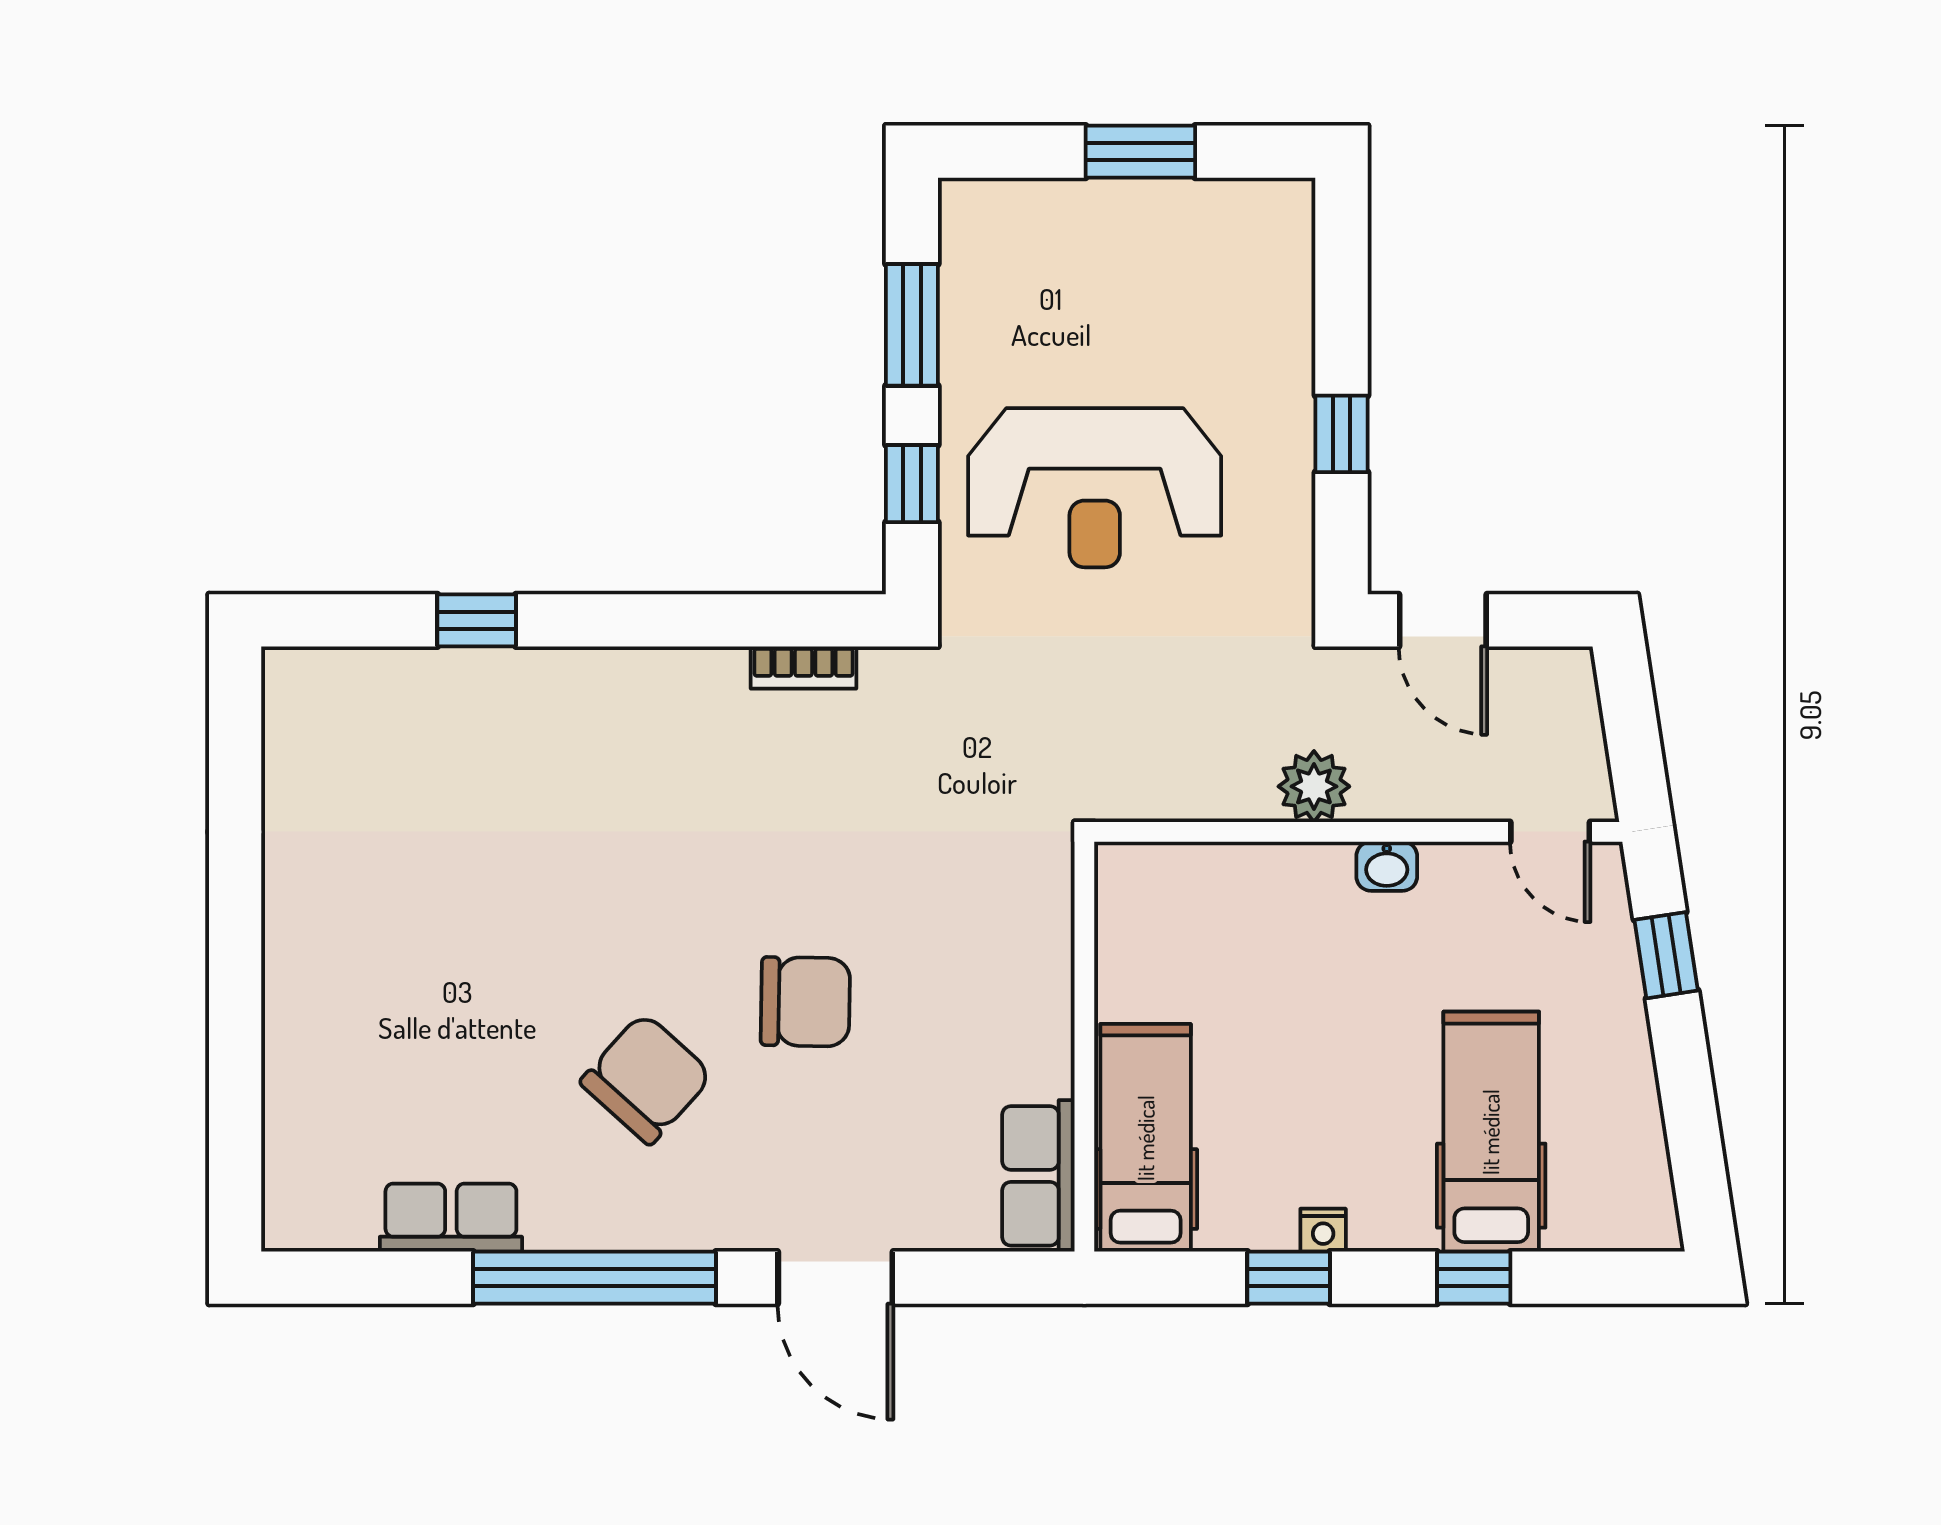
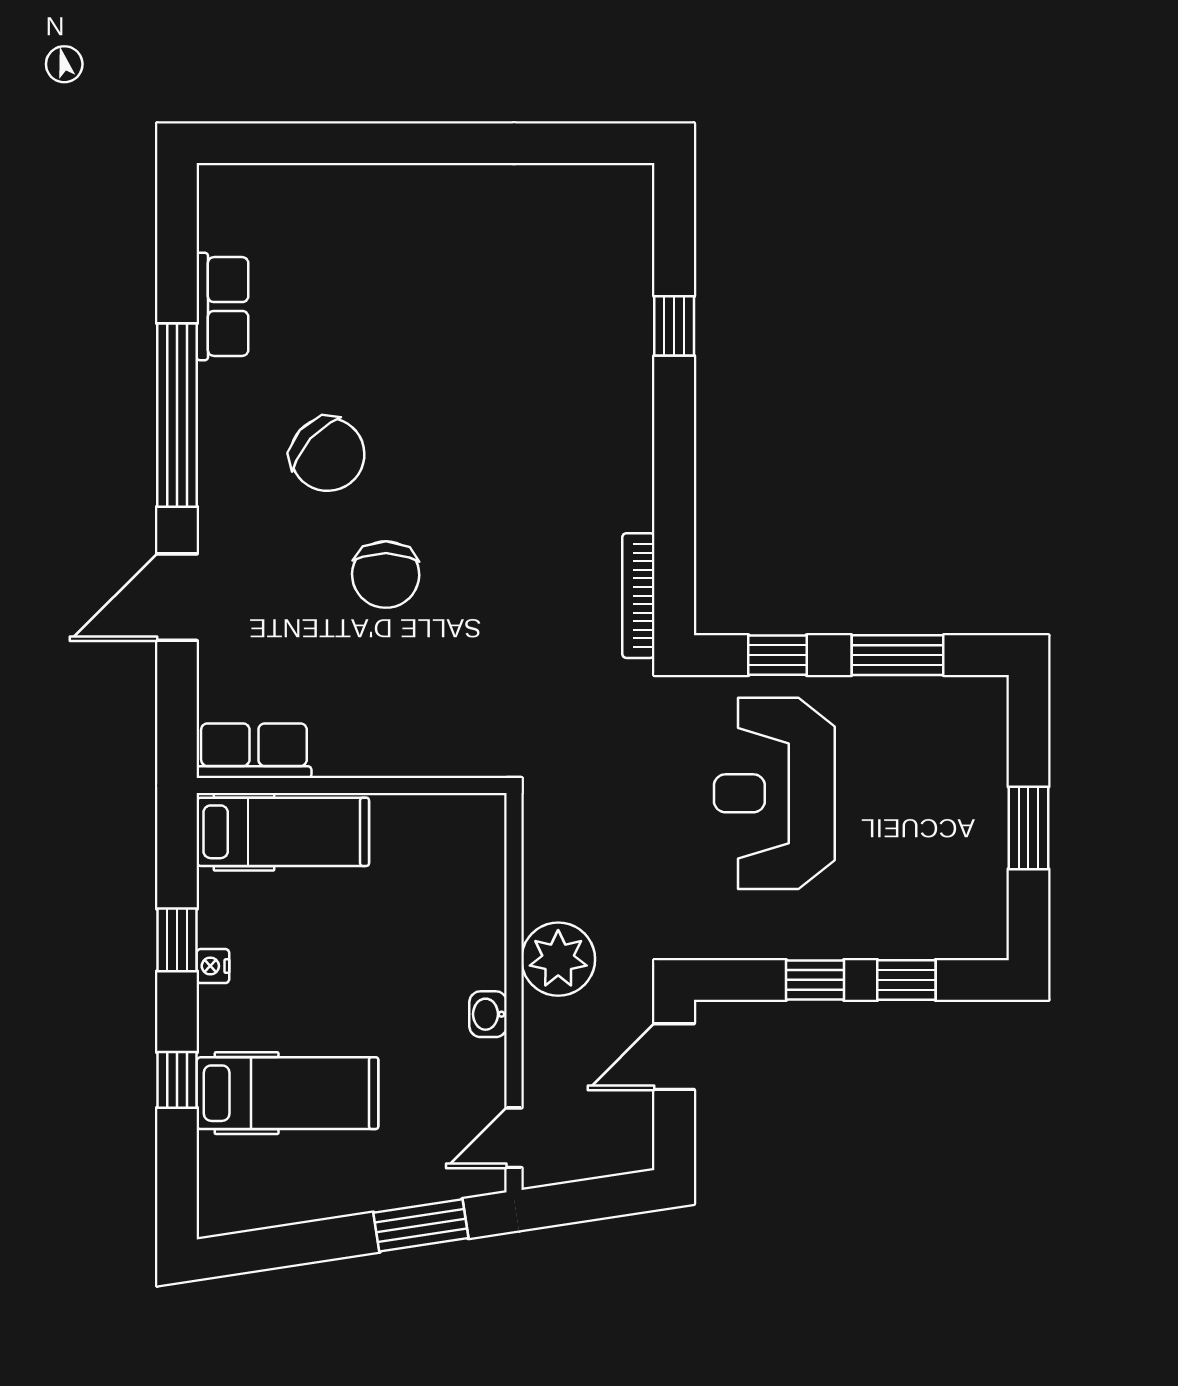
window: (1342, 313) -> (906, 980), added
bookcase: (804, 668) -> (638, 596), width x1.56
plant: (1314, 786) -> (558, 959), width x1.36, depth x1.36
window: (1666, 955) -> (421, 1225), width x1.50

